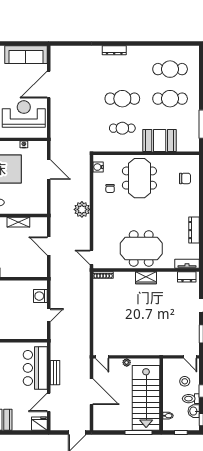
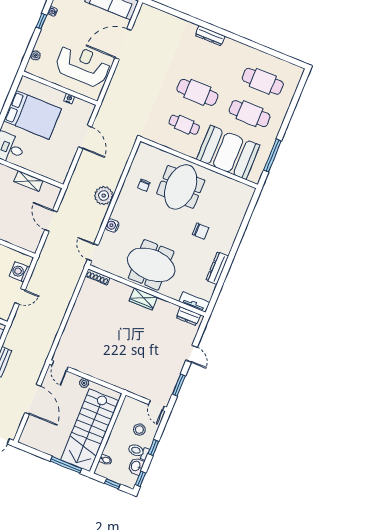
booth: (160, 141) -> (228, 152), width x1.36, depth x1.42
water cooler: (98, 167) -> (112, 226), moved
chair: (185, 178) -> (201, 231), moved

